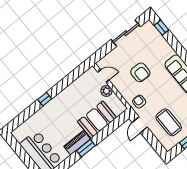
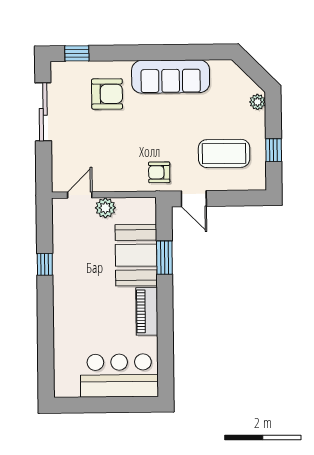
armchair: (140, 72) -> (107, 94), moved
window: (45, 99) -> (45, 264), moved
window: (86, 148) -> (164, 258), moved

